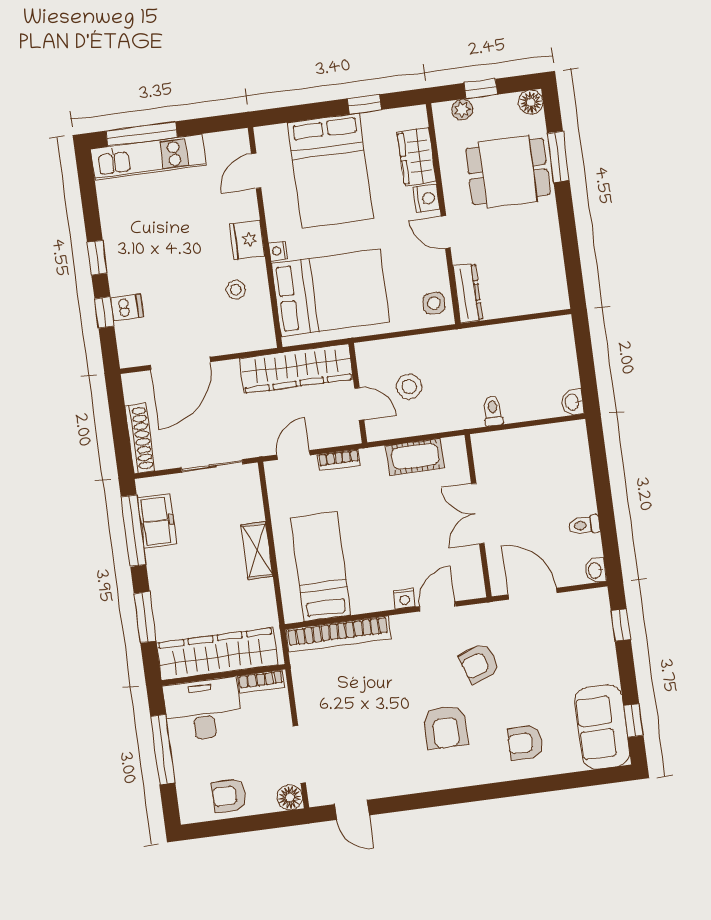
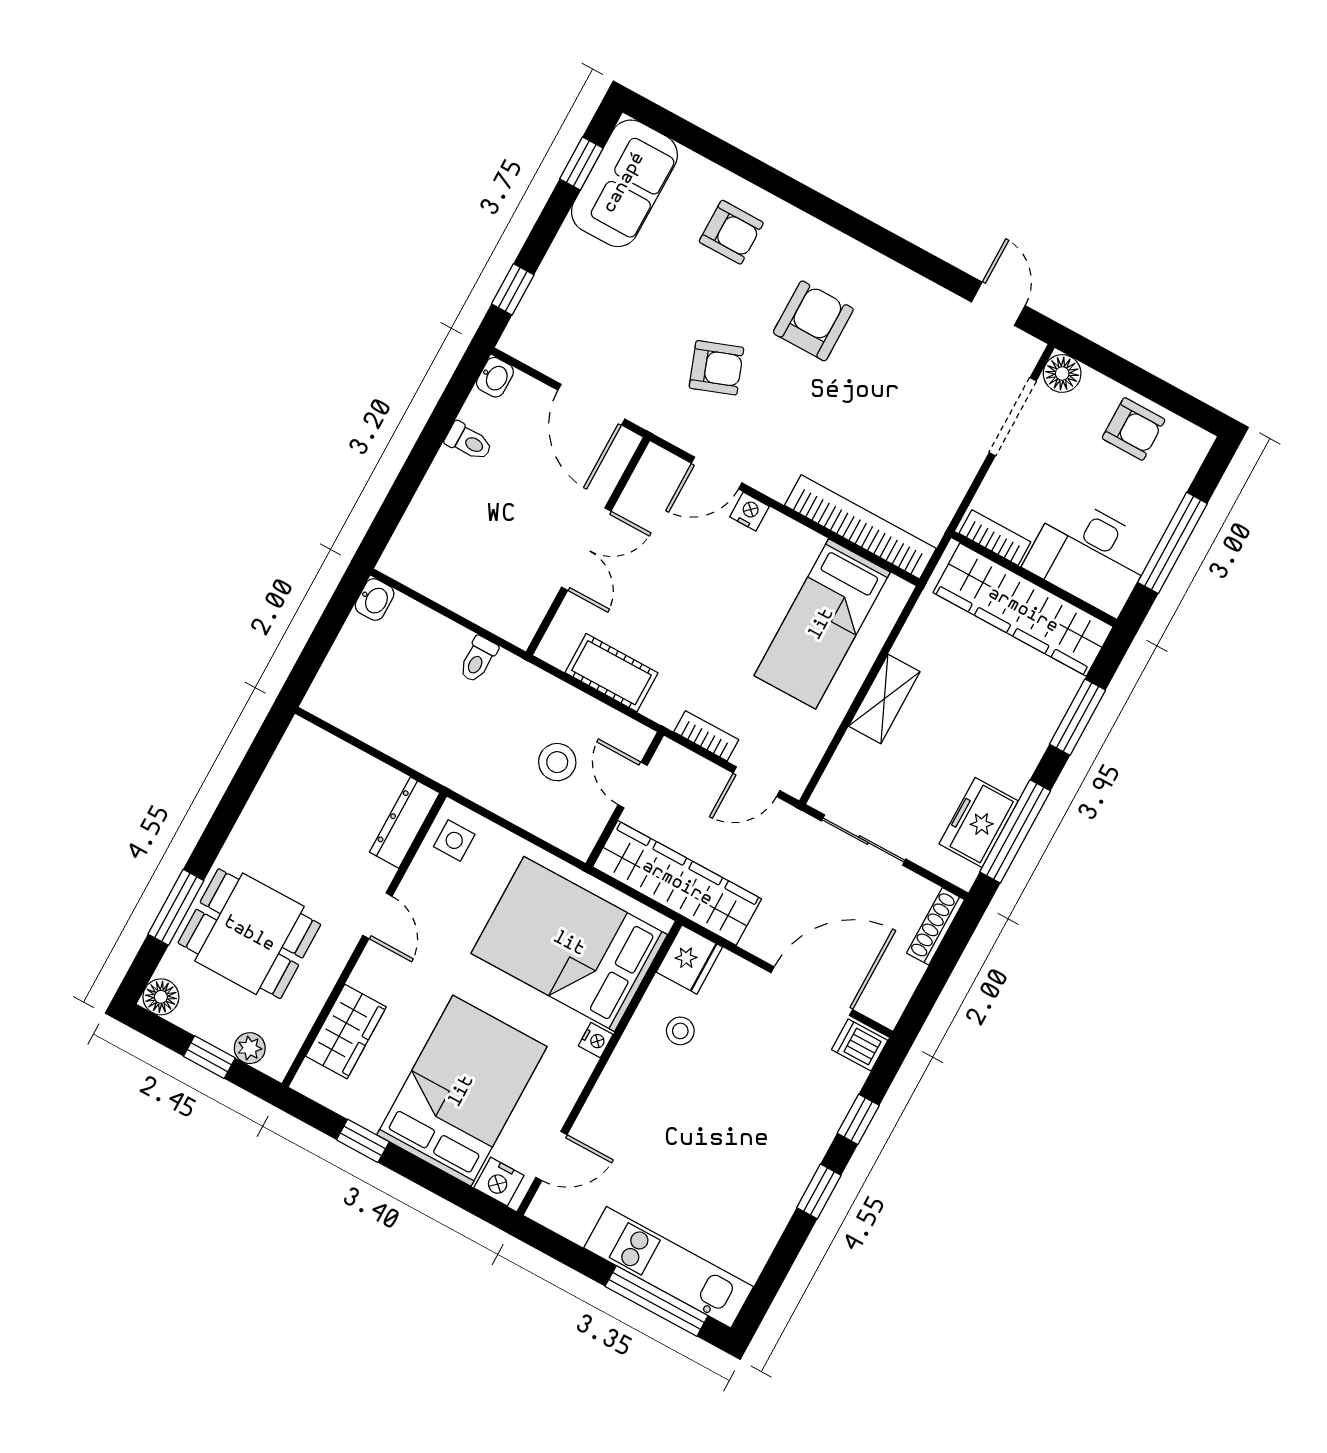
nightstand: (427, 198) -> (499, 1182), moved, turned -90
fridge: (247, 240) -> (689, 960), moved
dishwasher: (127, 308) -> (860, 1045), moved
shoe rack: (140, 438) -> (936, 926), width x0.74, depth x0.81

